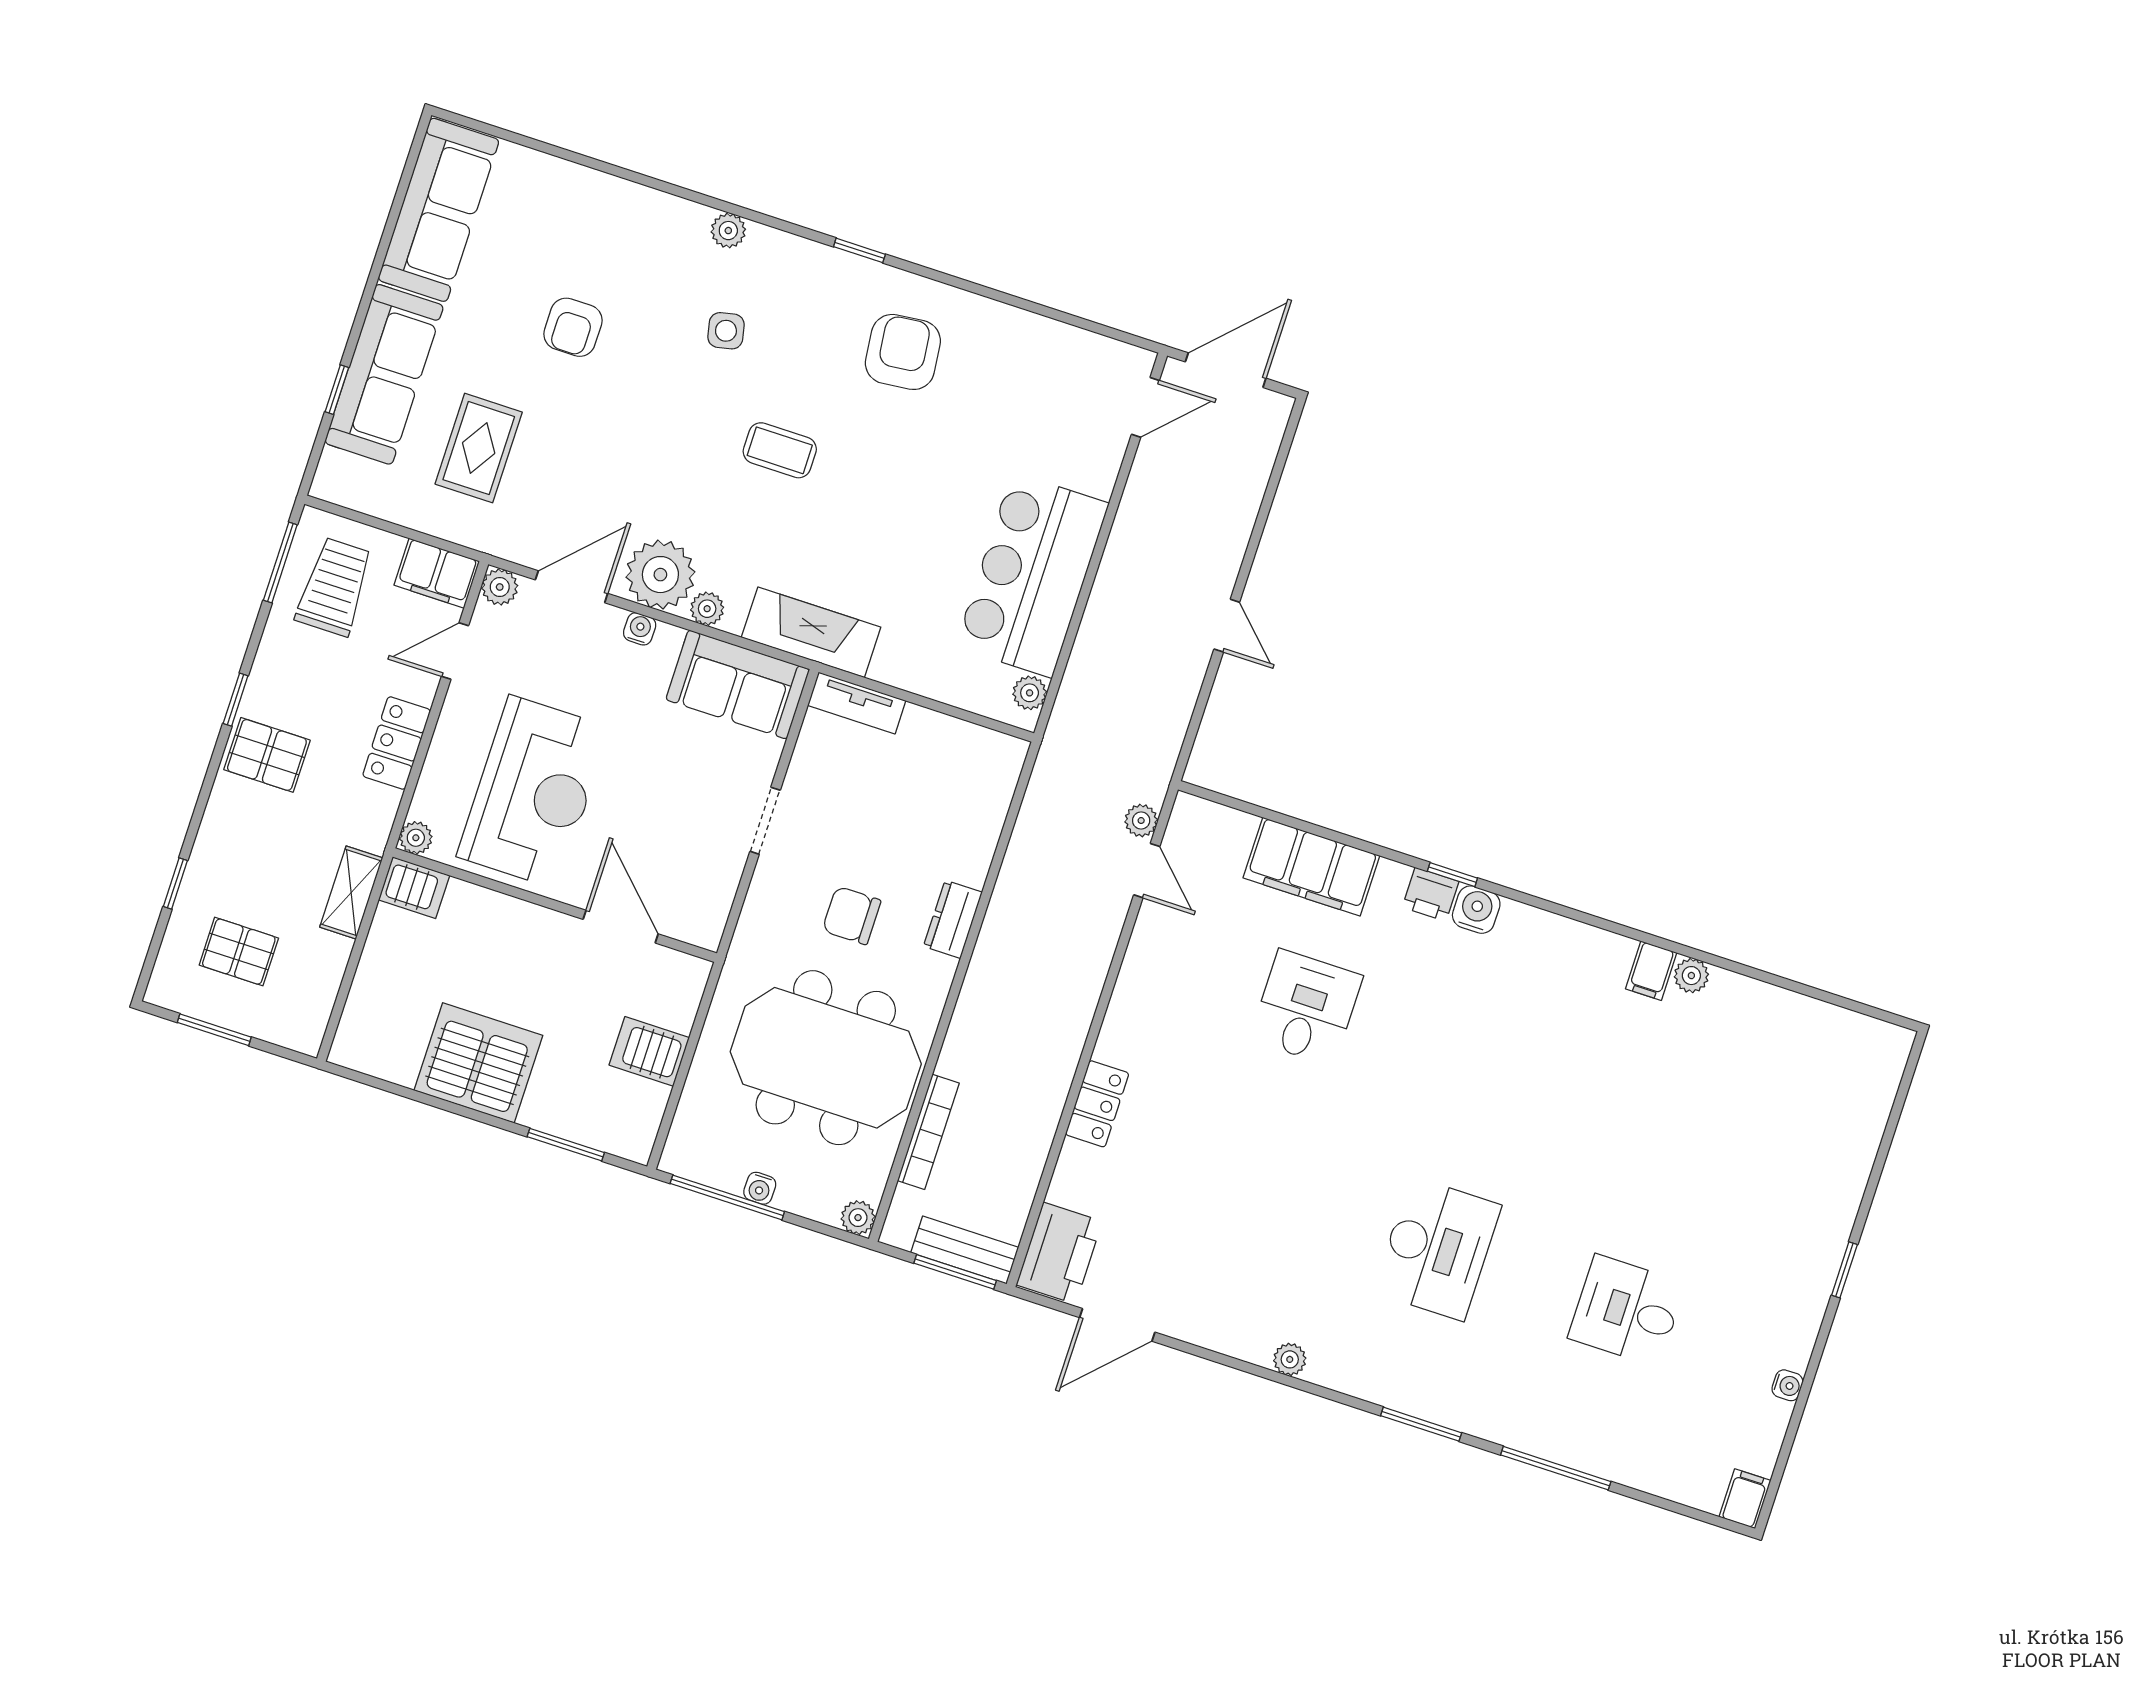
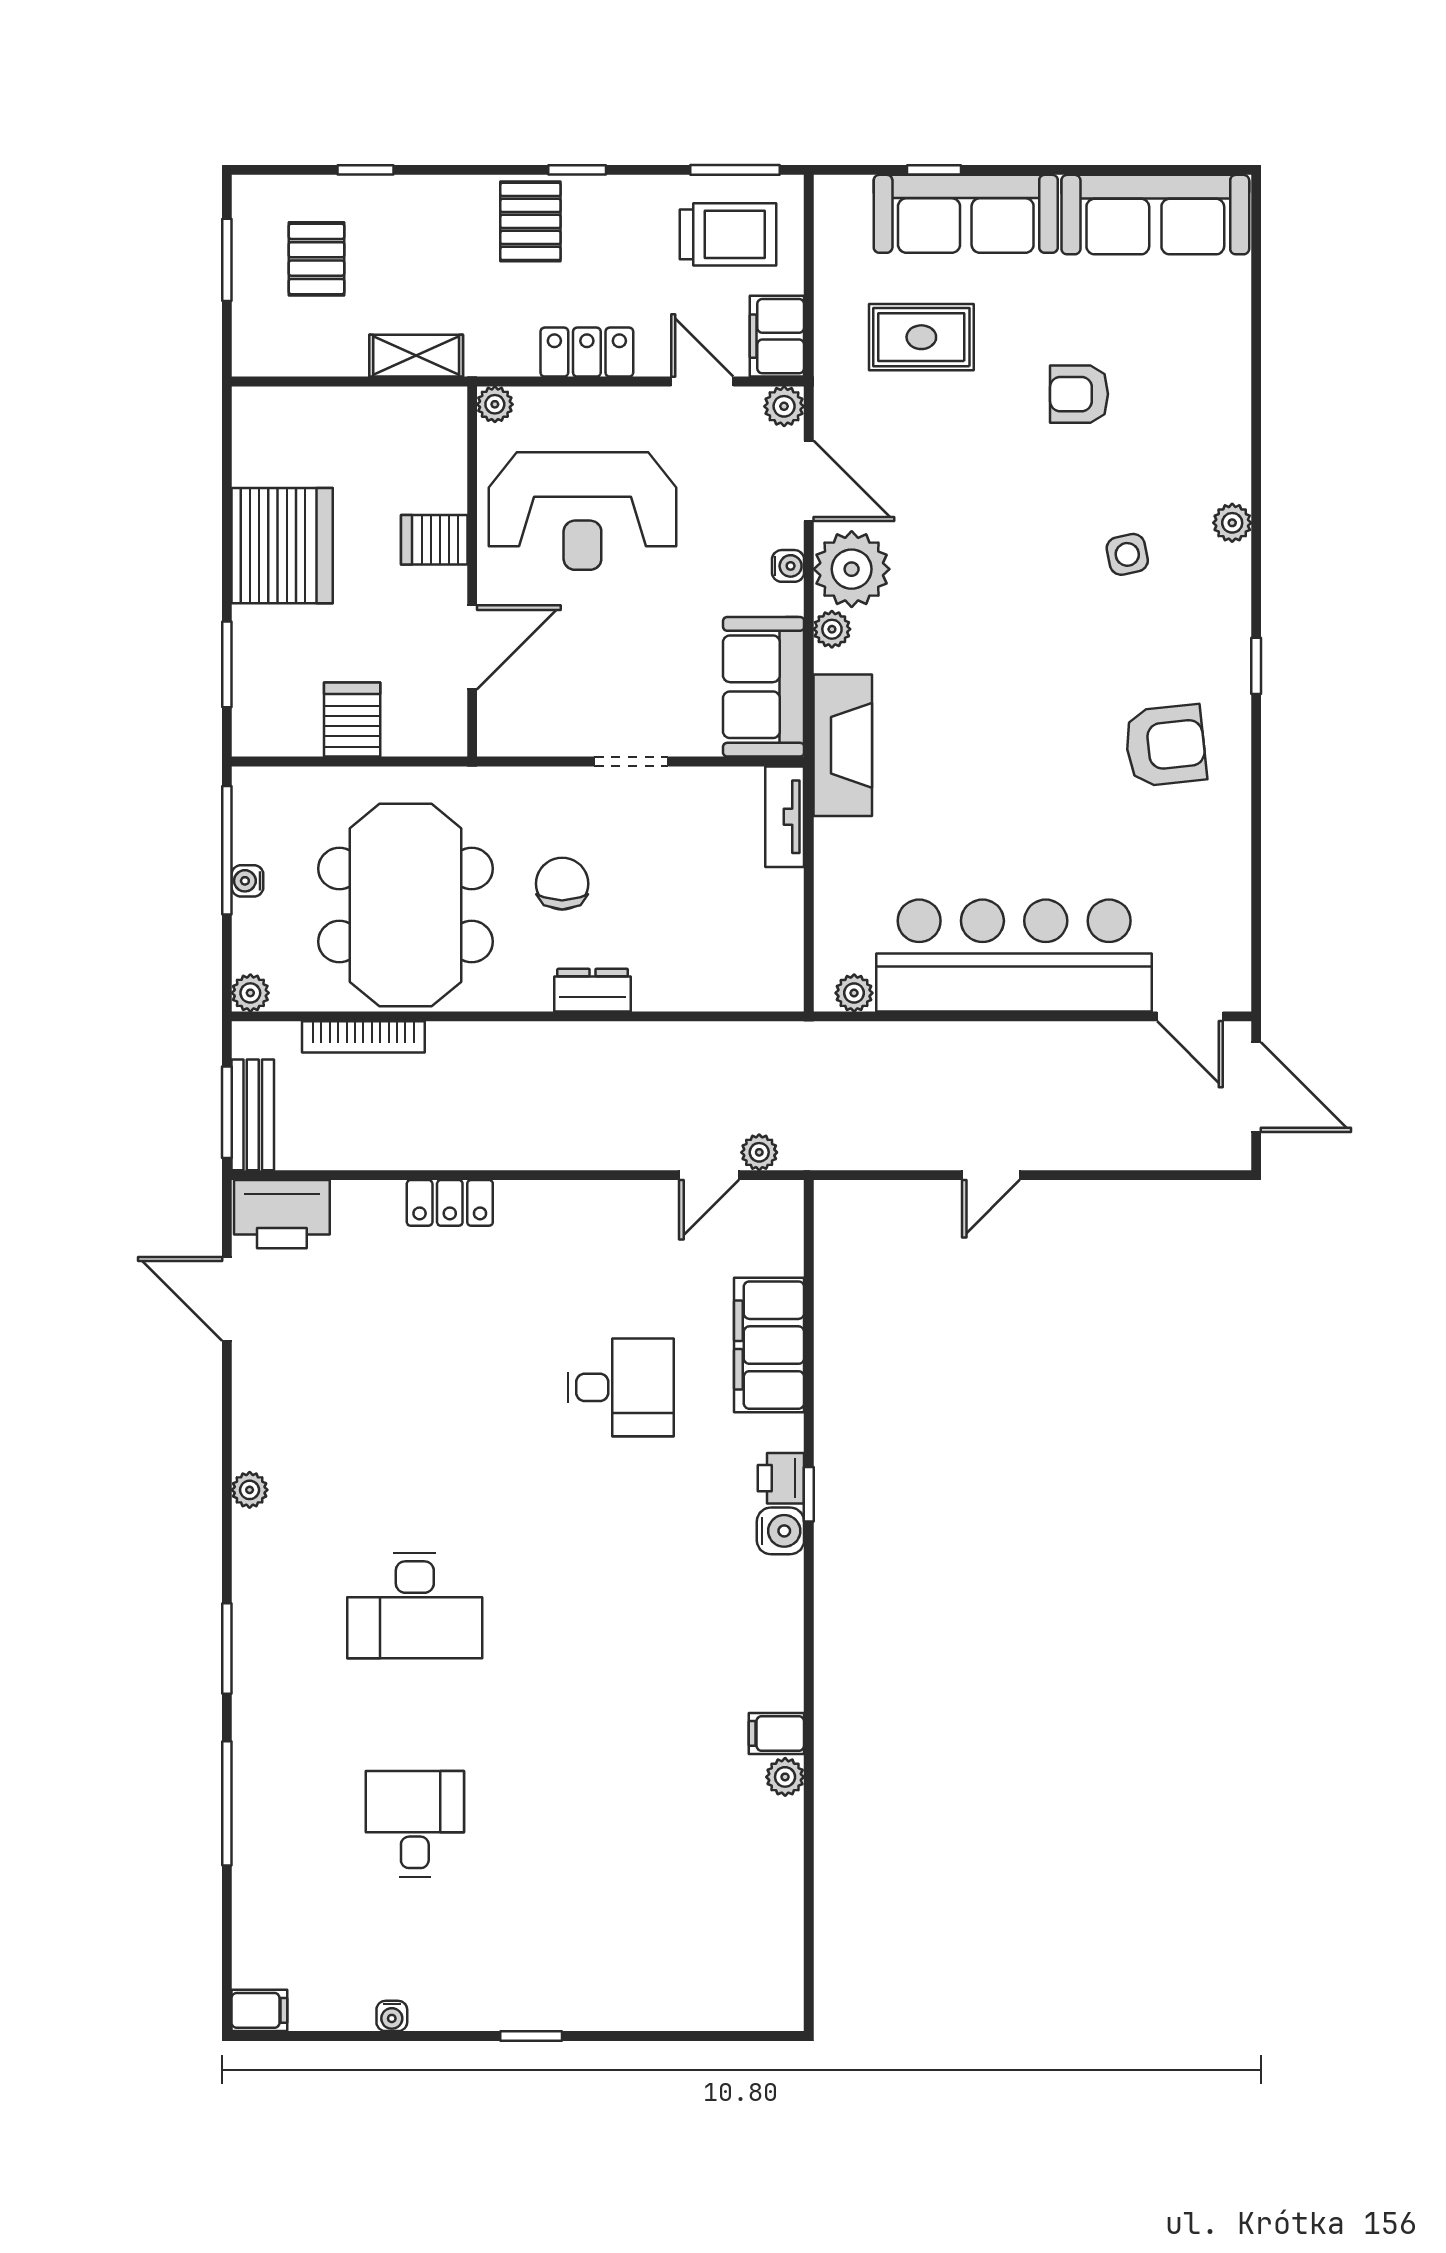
coffee table: (780, 450) -> (1021, 651), removed
bar counter: (1032, 575) -> (1014, 956), width x1.36
server rack: (414, 888) -> (434, 540), moved, turned 90

